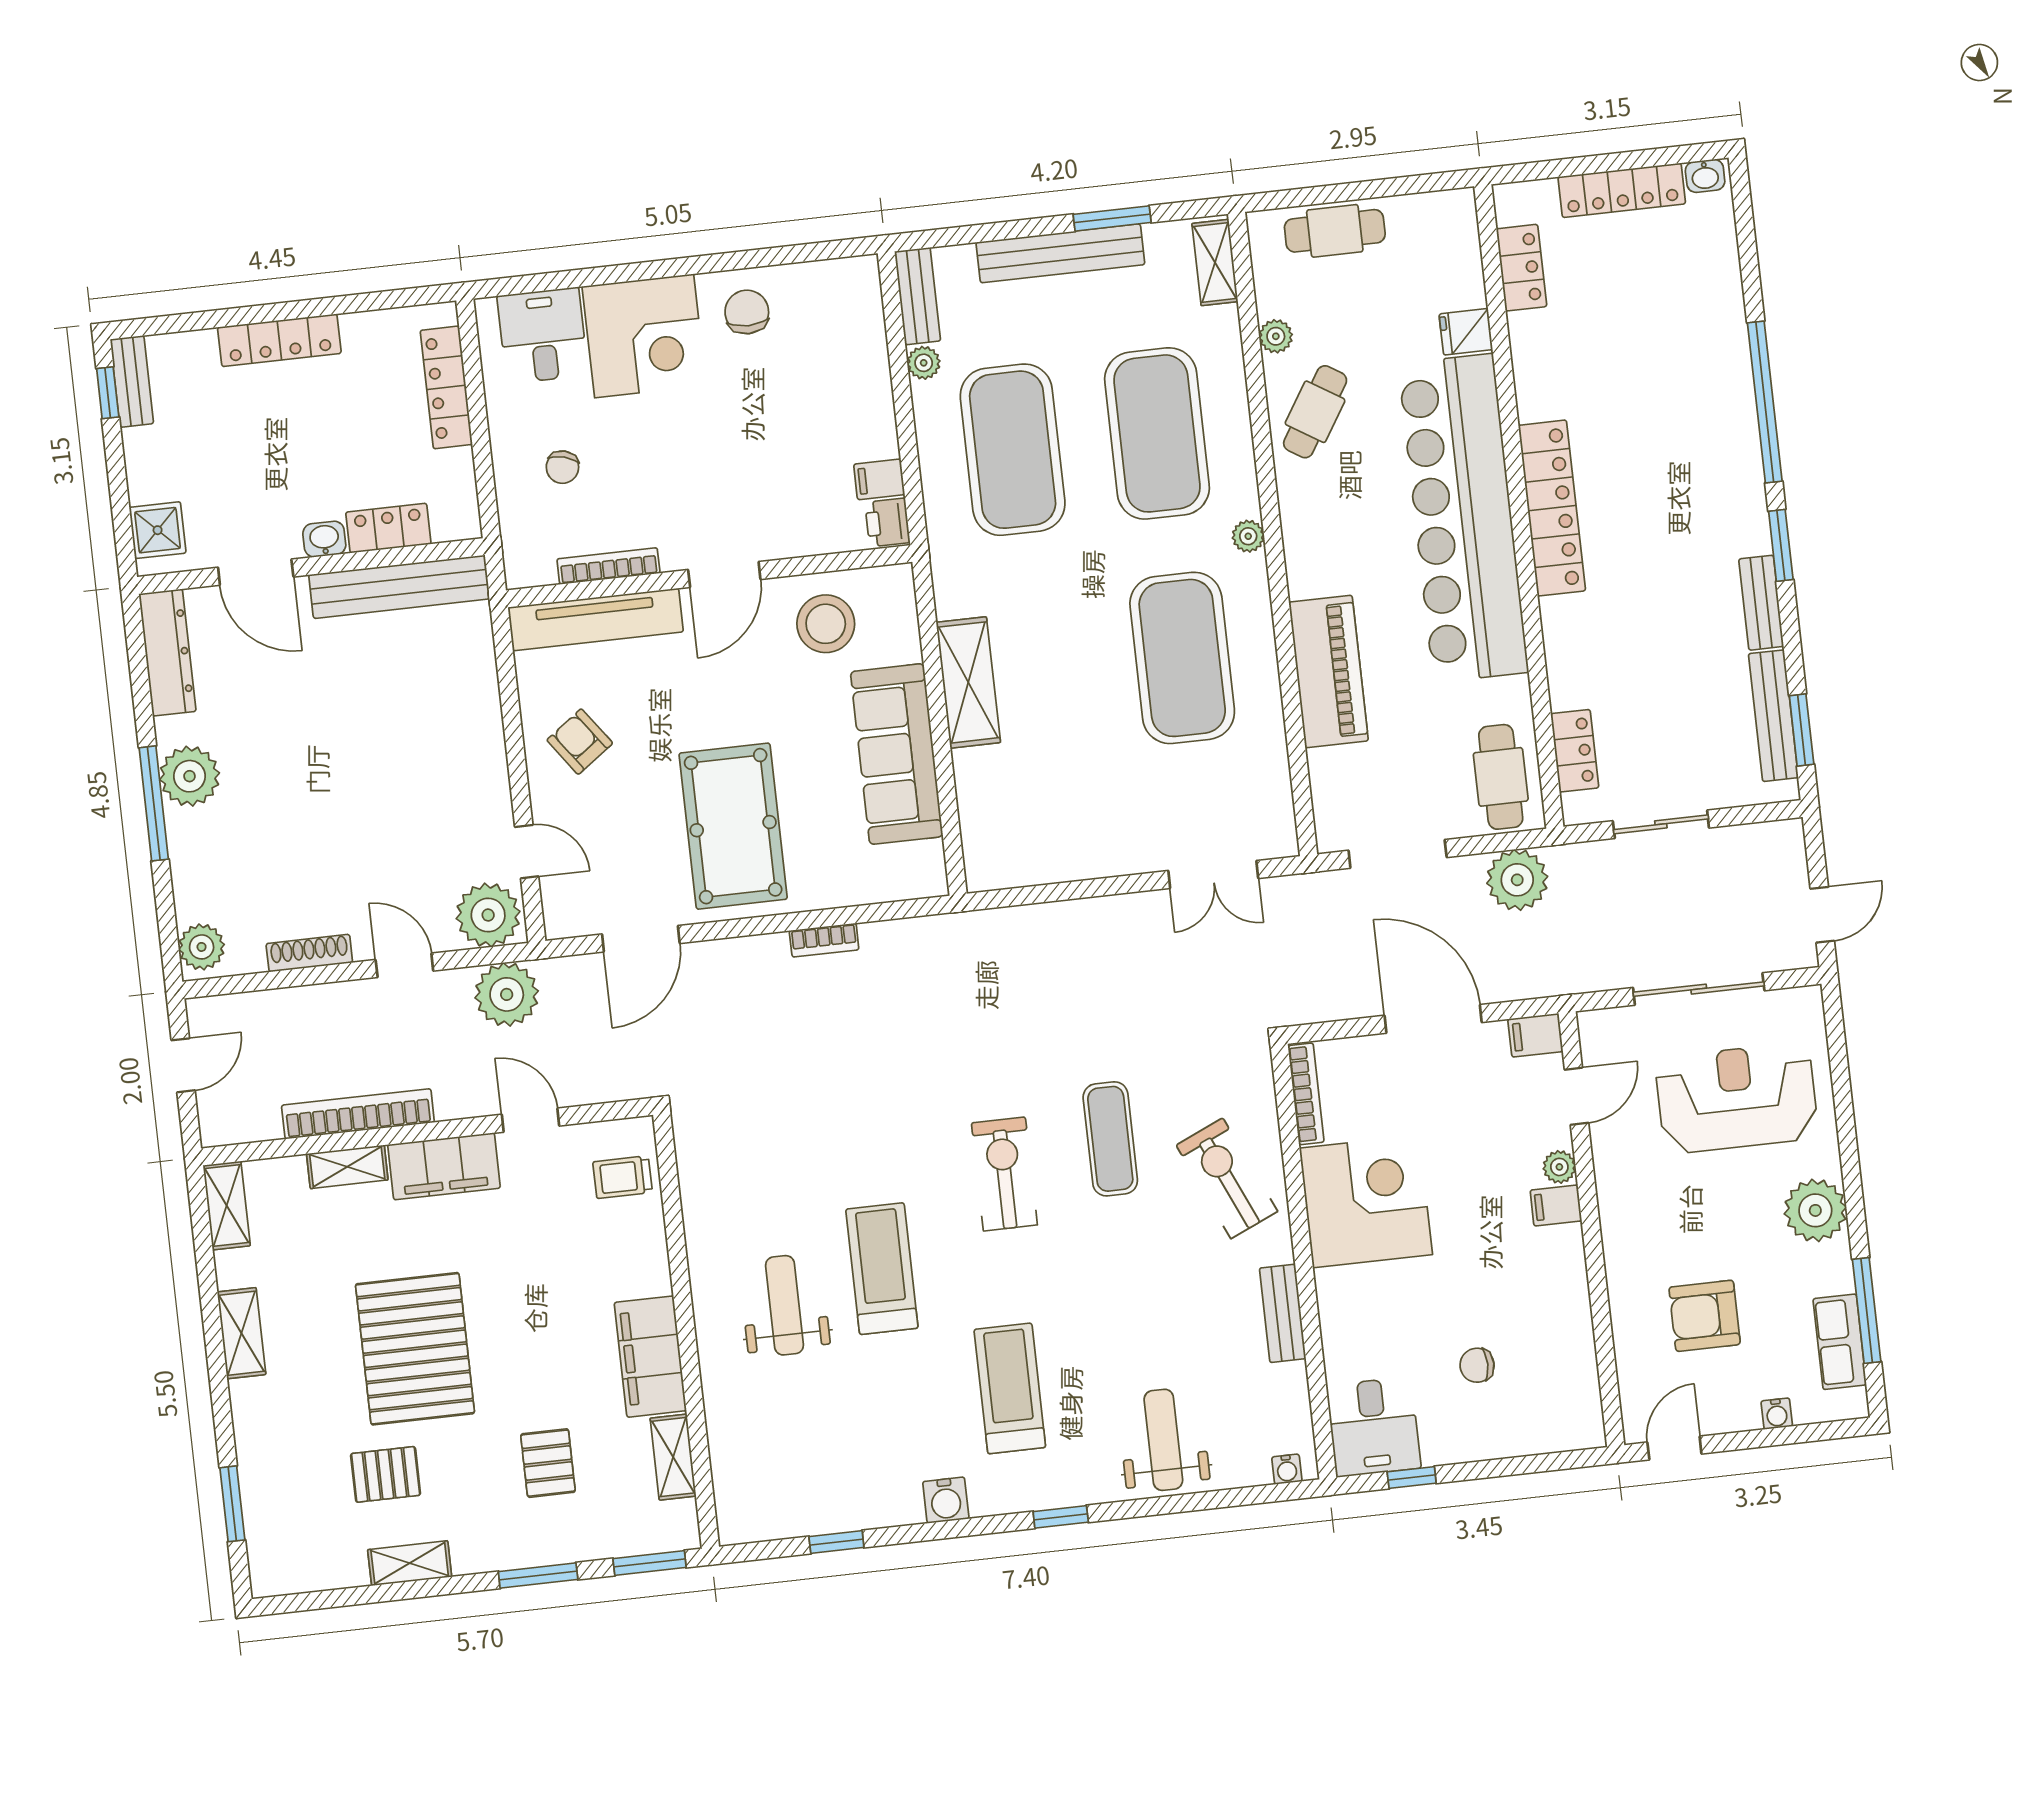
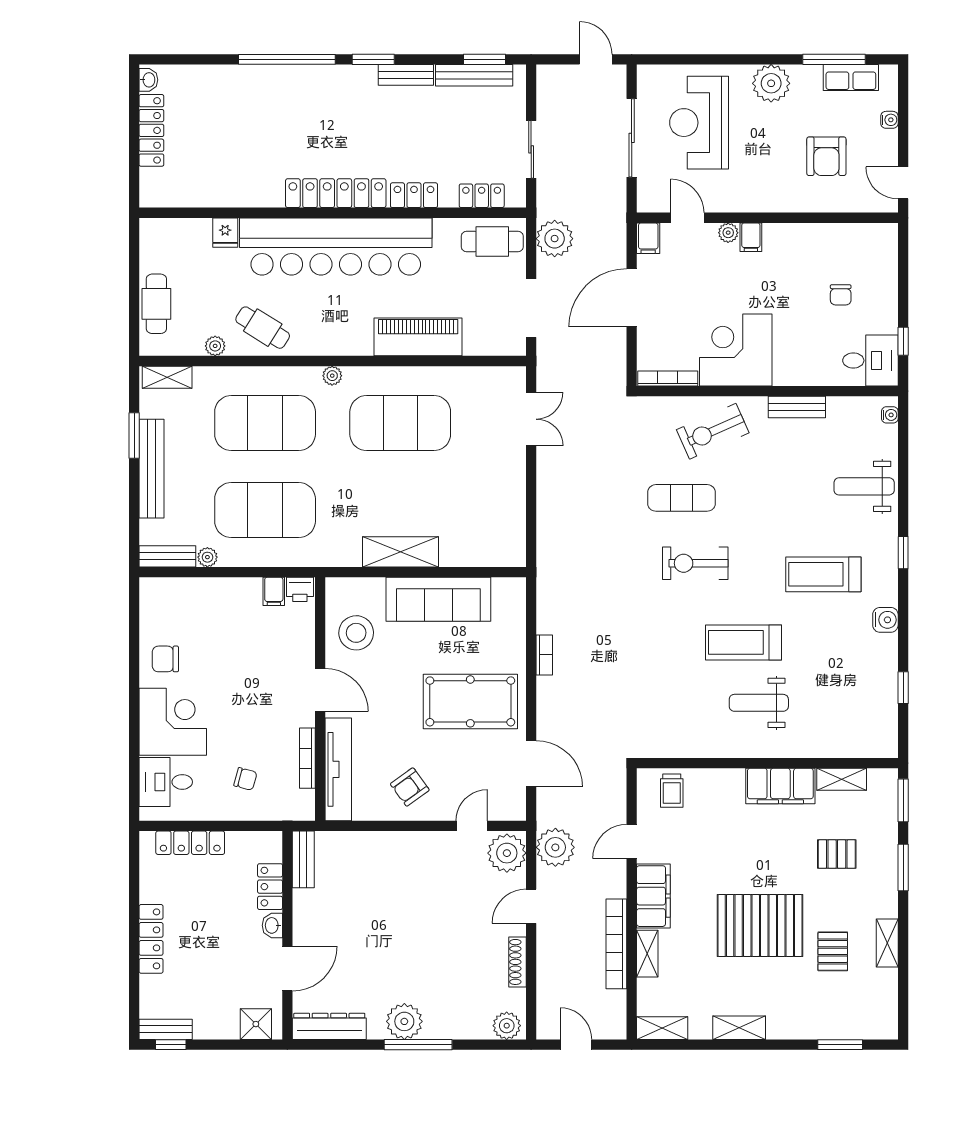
locker: (1521, 268) -> (414, 195), moved
bench: (399, 587) -> (303, 859), width x0.54, depth x0.82

